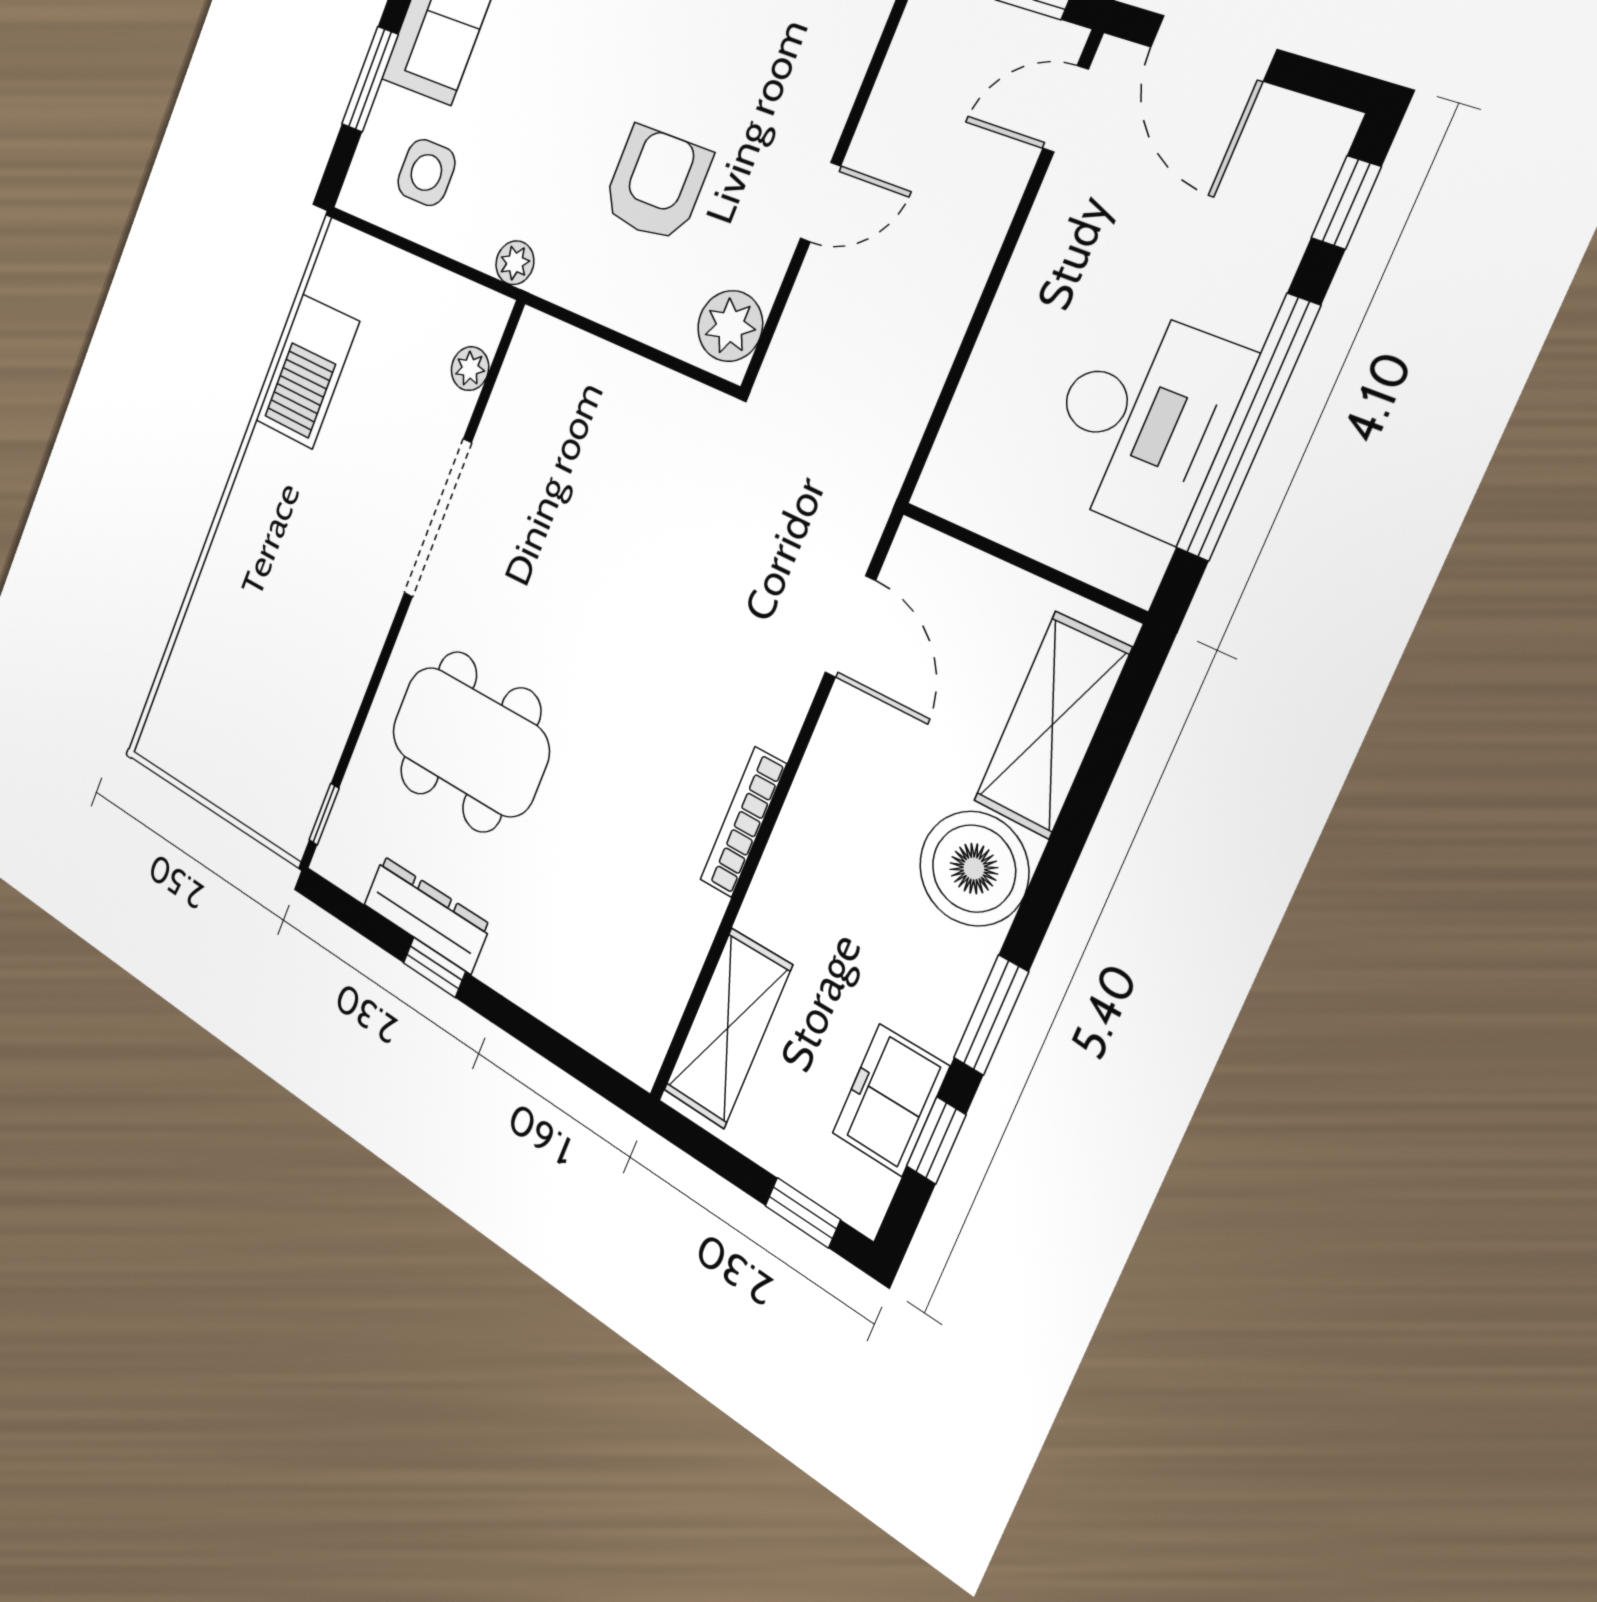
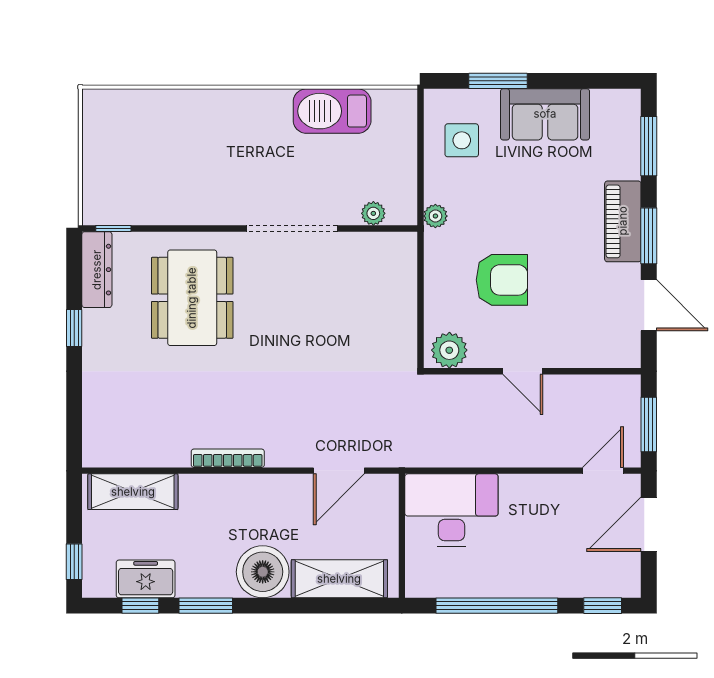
door: (1065, 109) -> (603, 471), hinge flipped
desk: (1142, 420) -> (451, 510), moved, turned 180
dresser: (427, 914) -> (97, 270), moved

